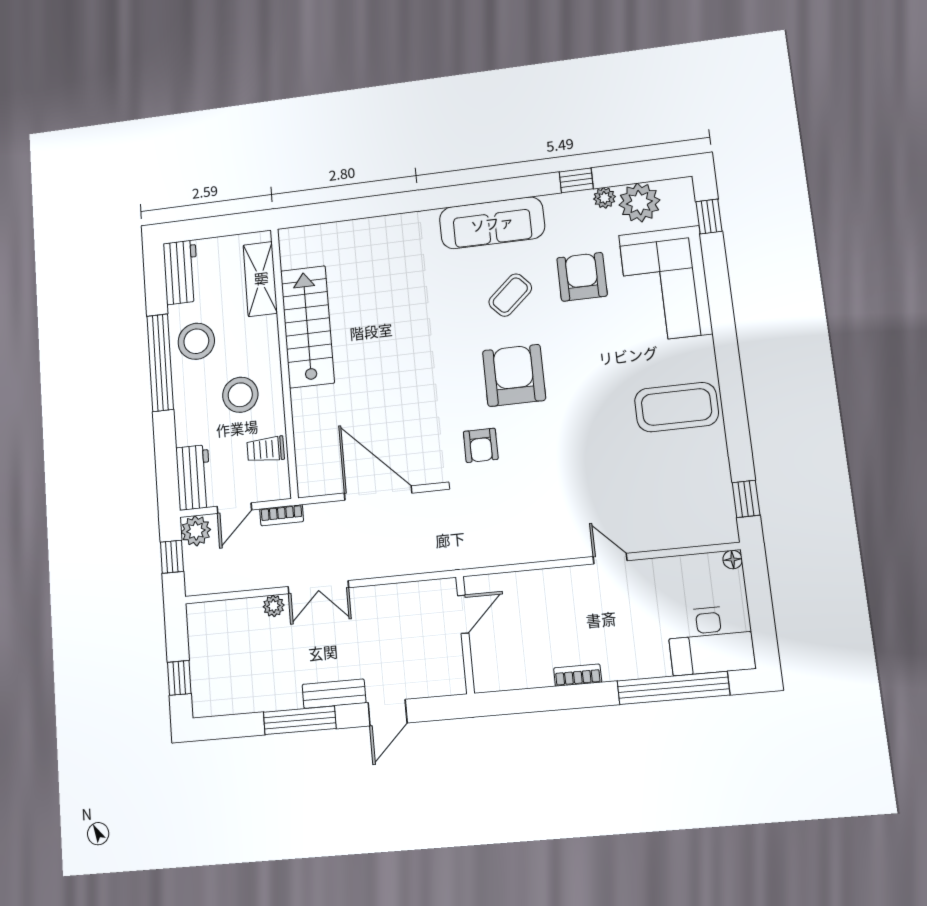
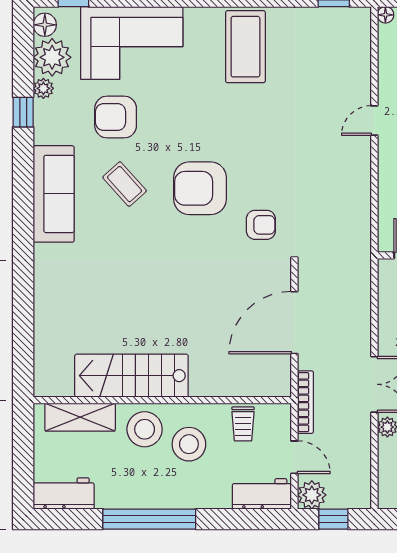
floor lamp: (674, 190) -> (45, 25), added
stool: (196, 341) -> (145, 429), moved
bookcase: (282, 515) -> (305, 402), width x1.56

